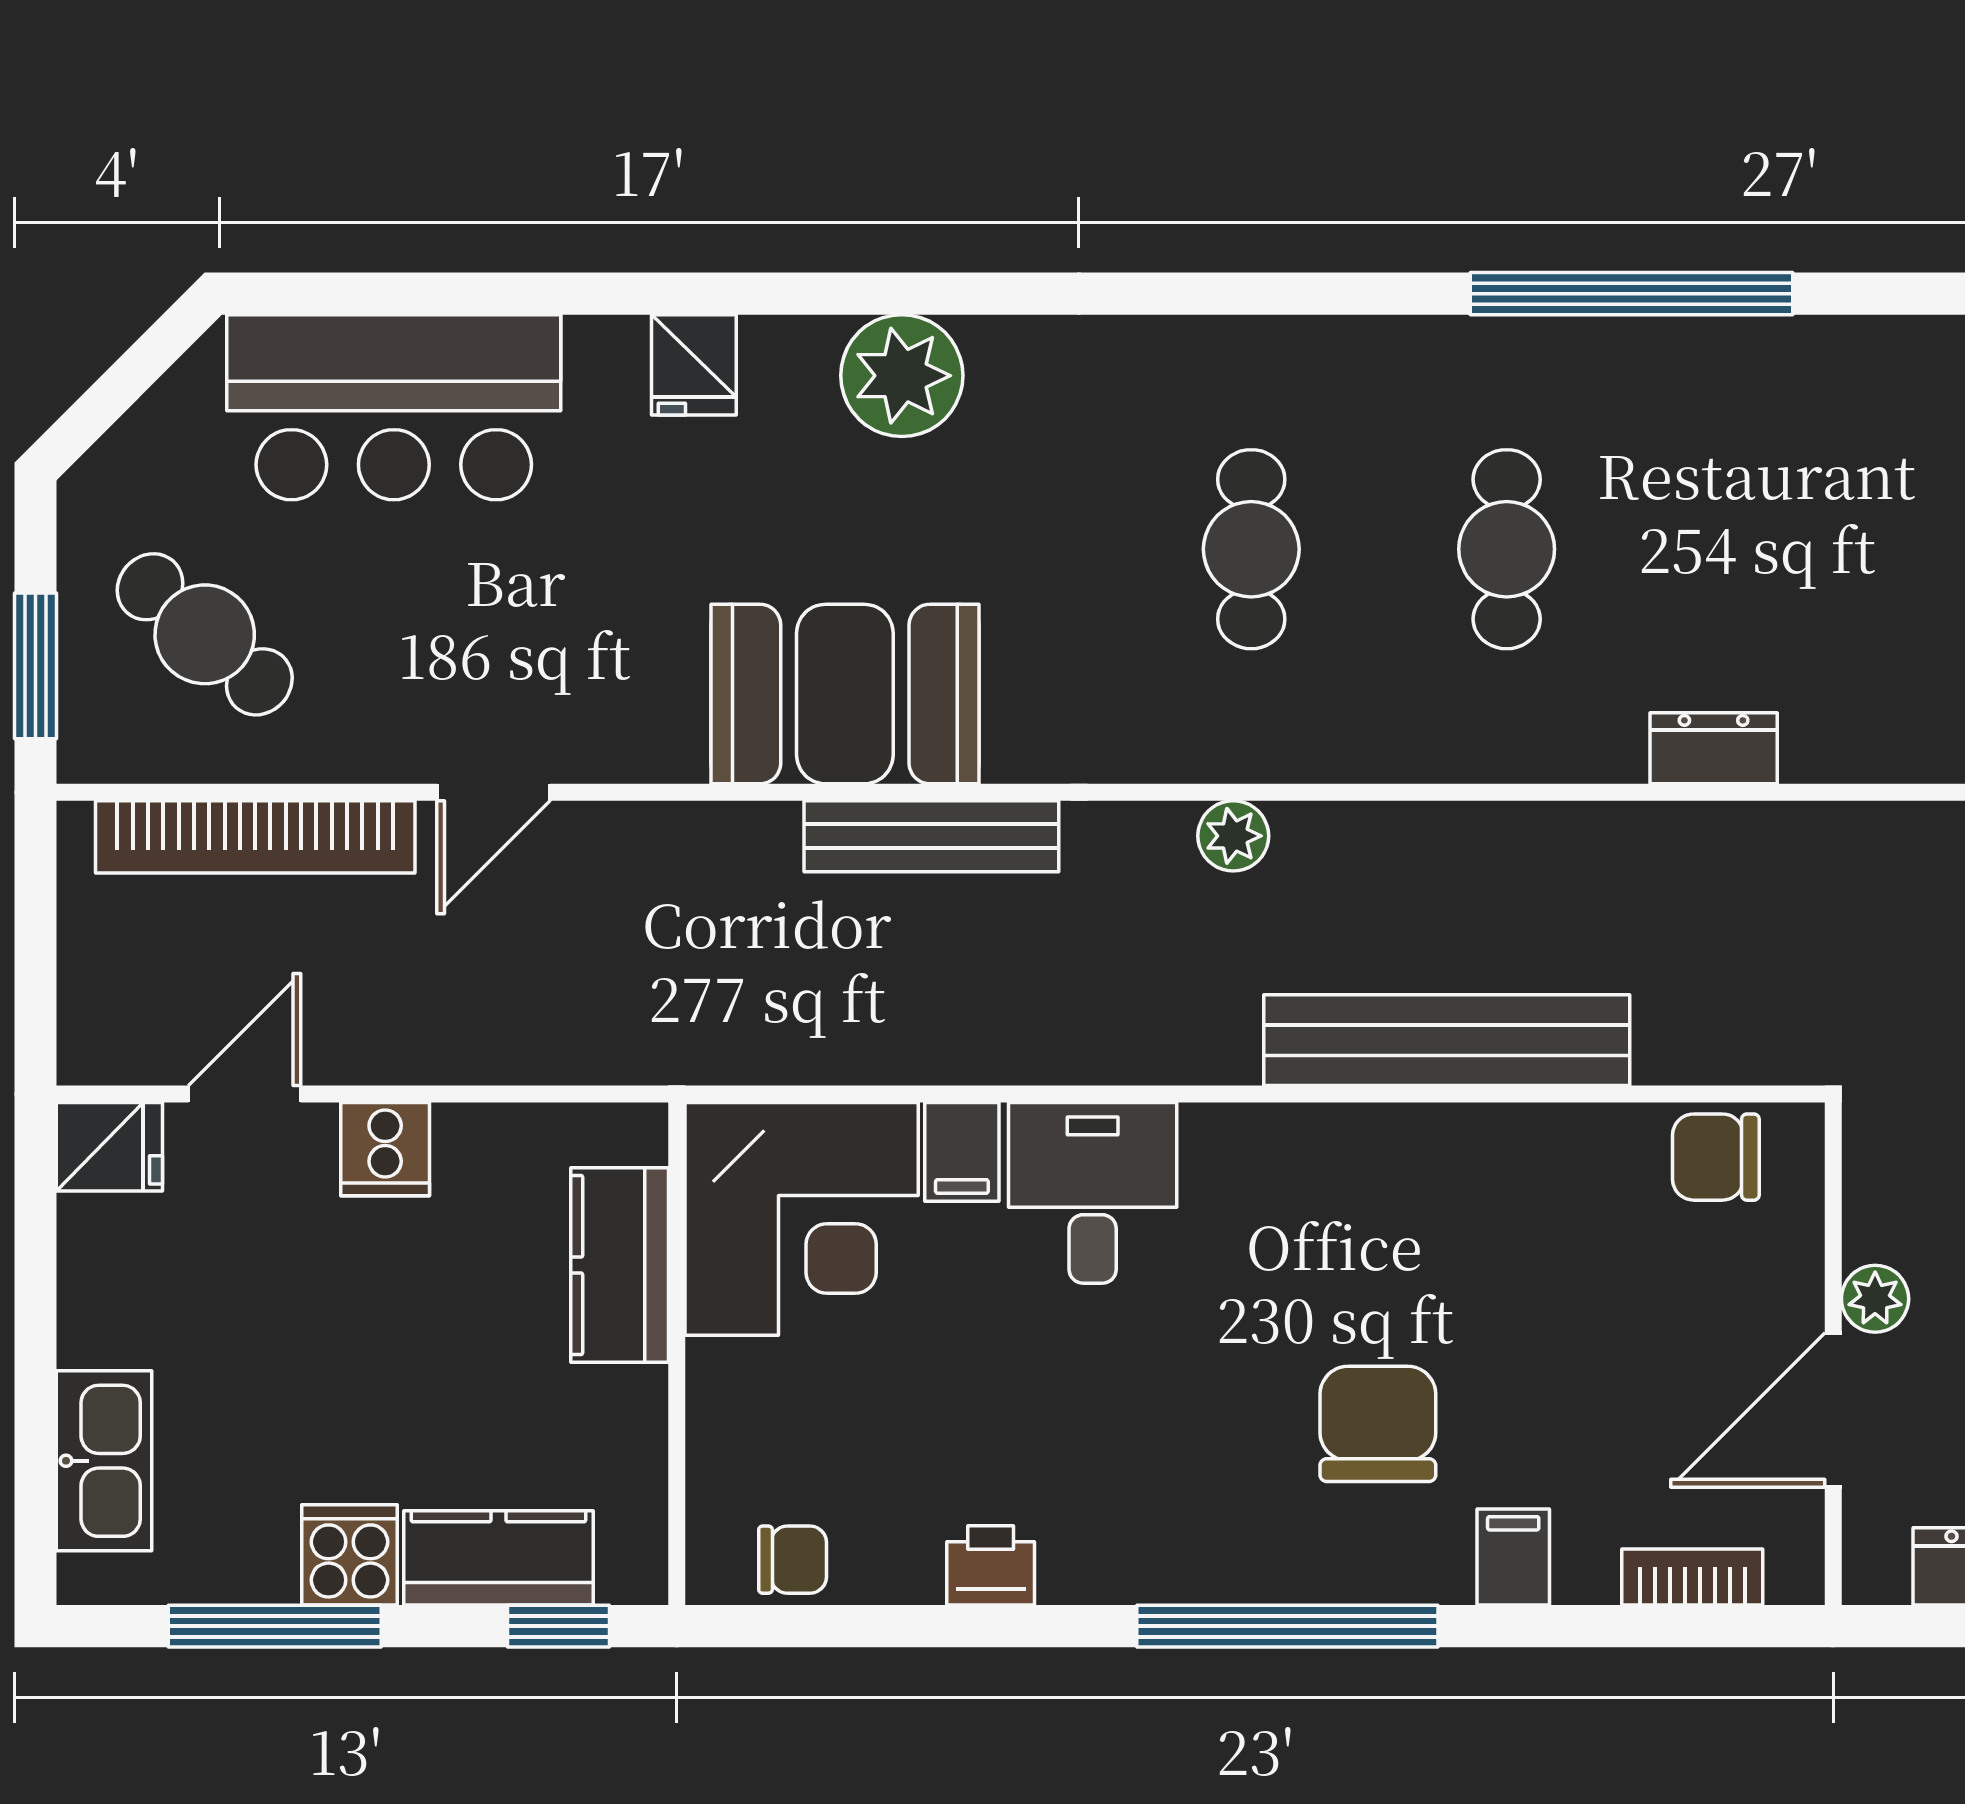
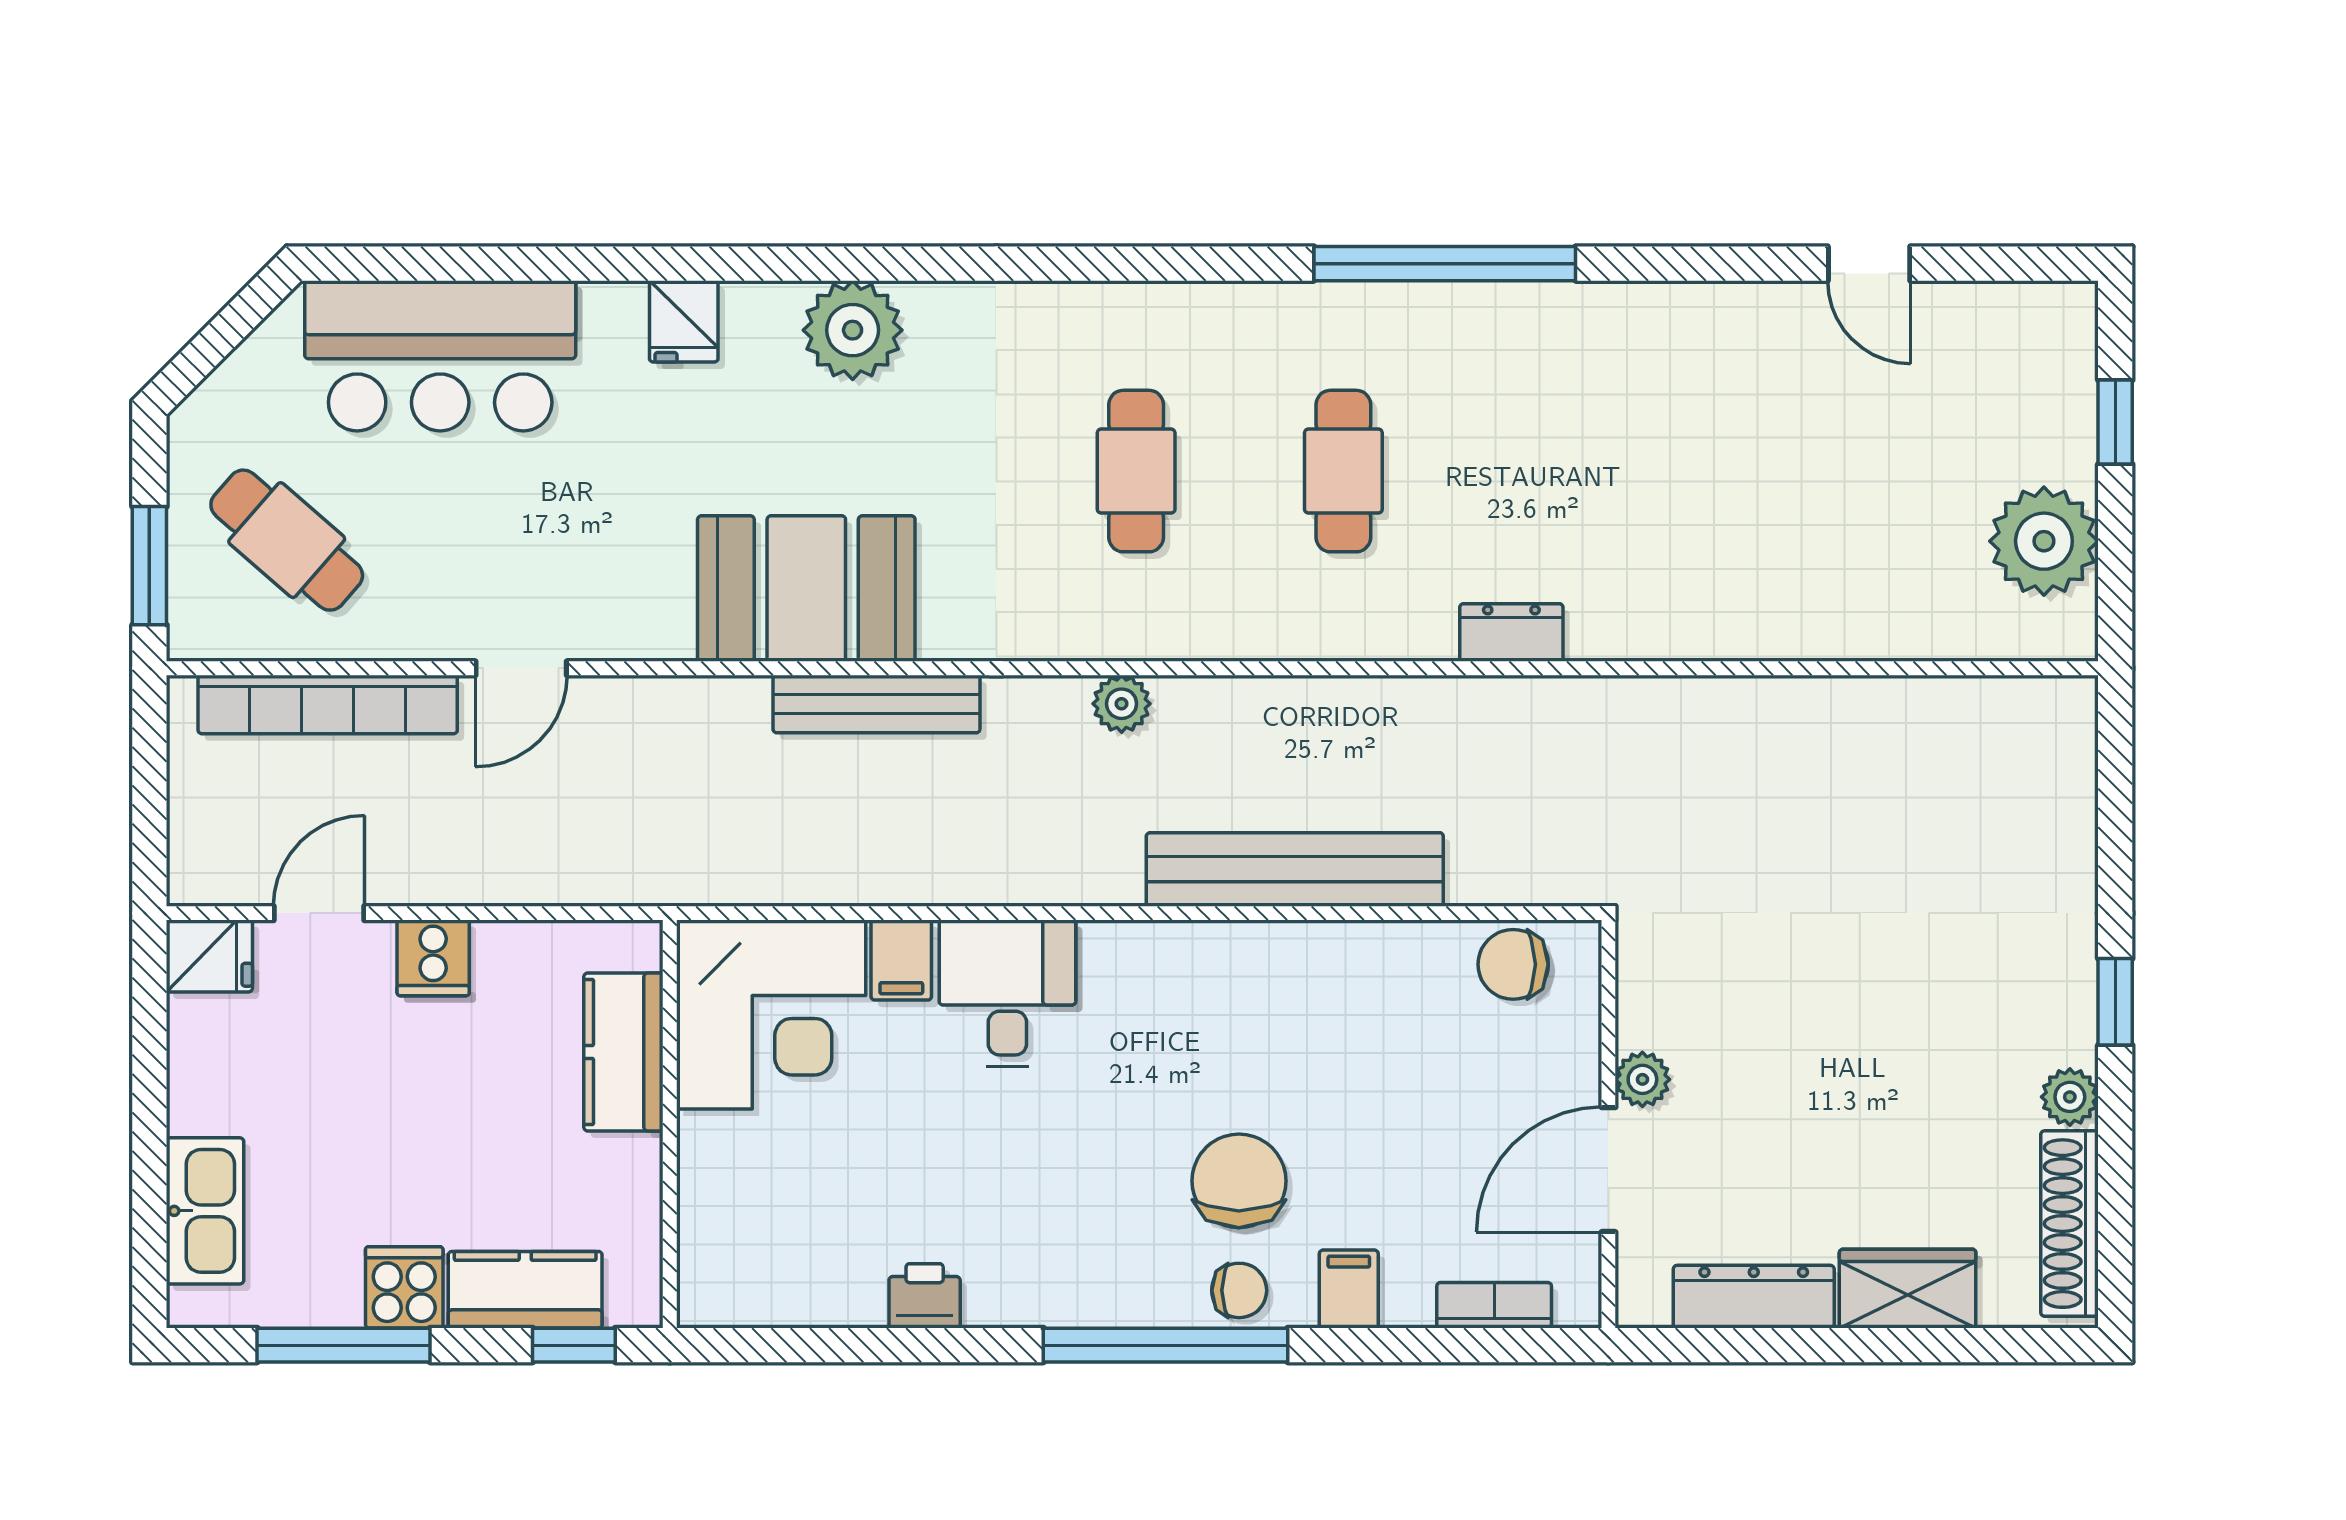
chair: (793, 1560) -> (1239, 1290), moved

